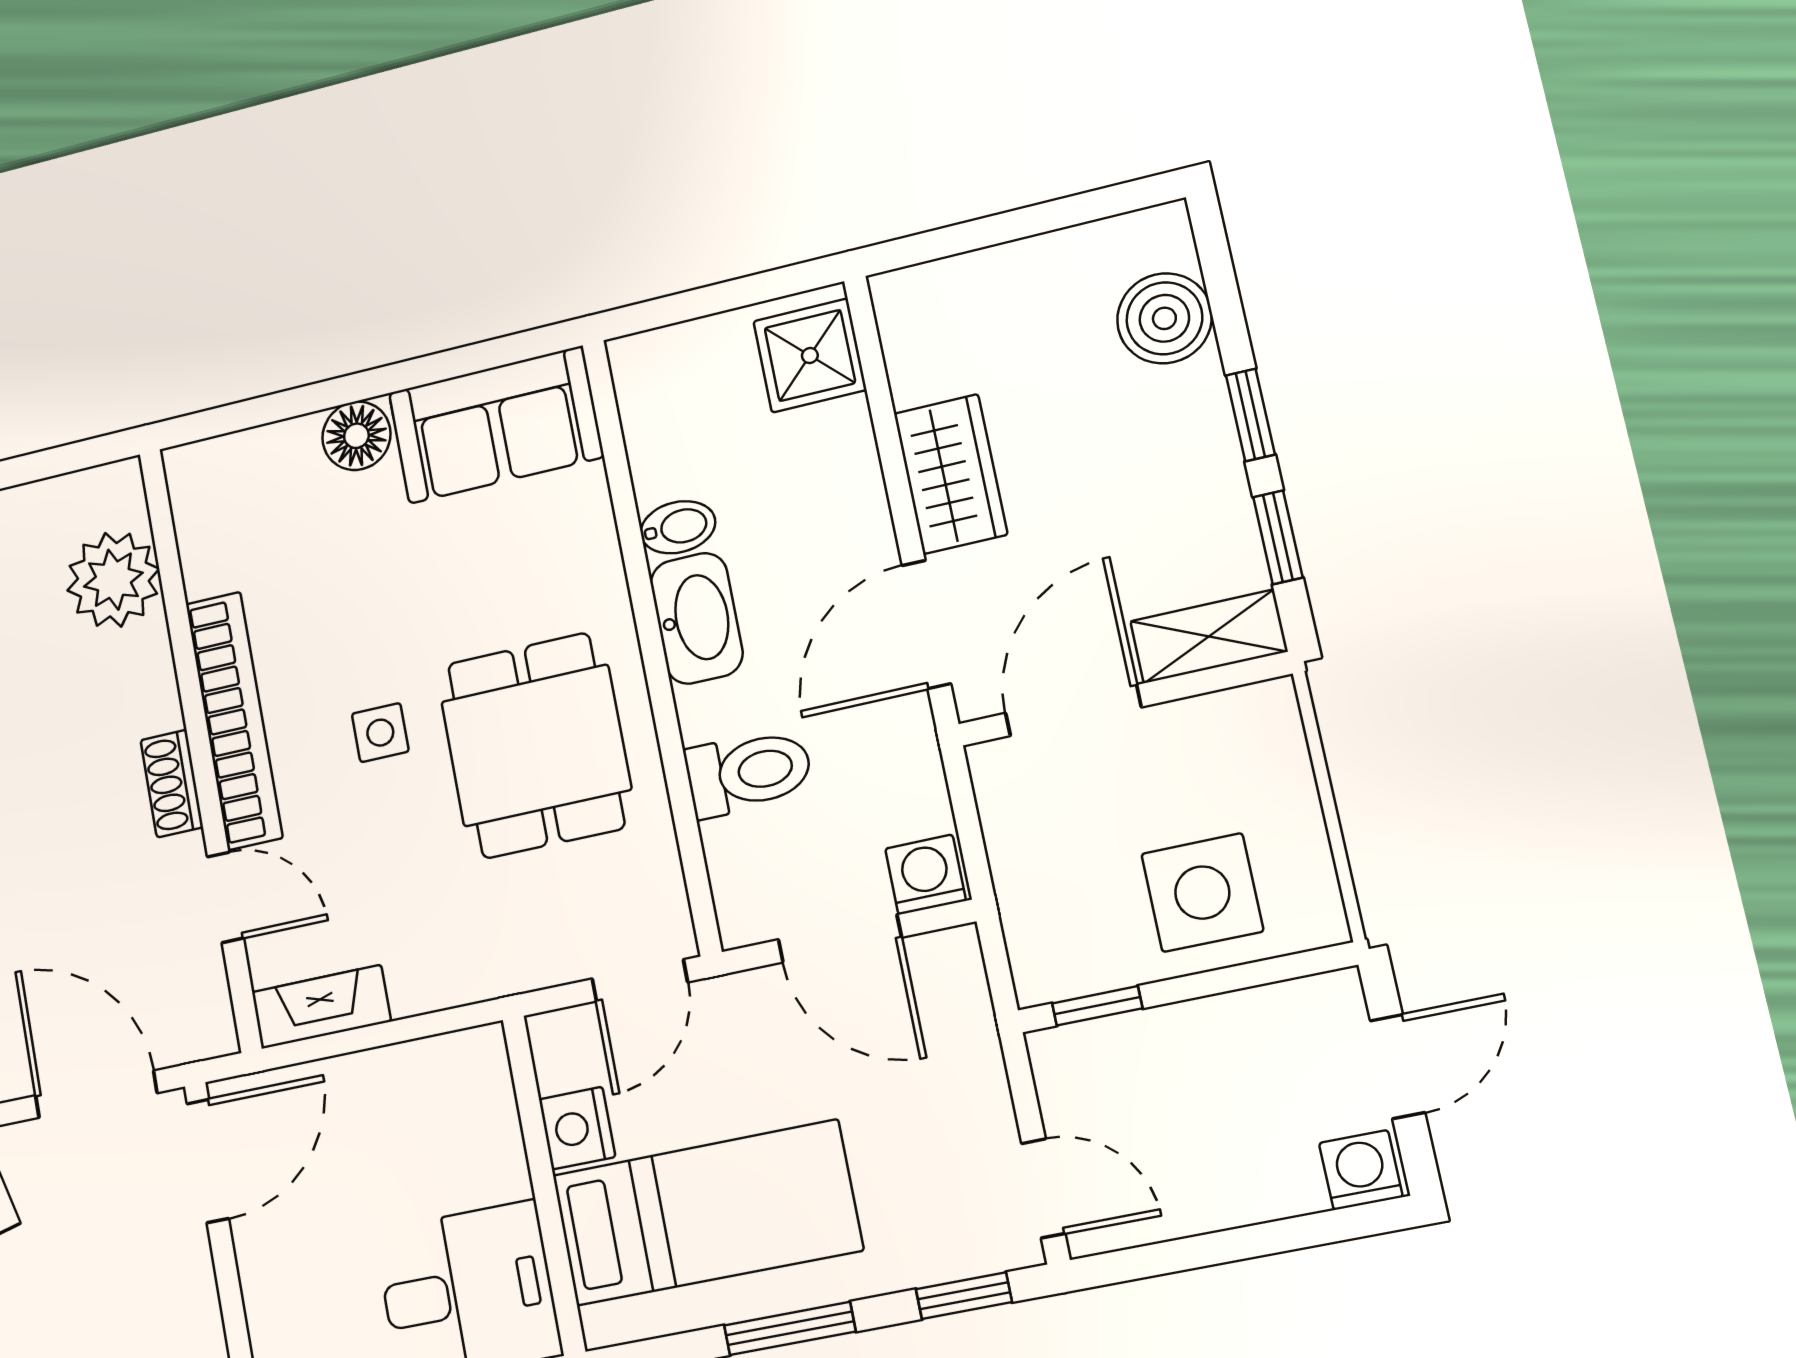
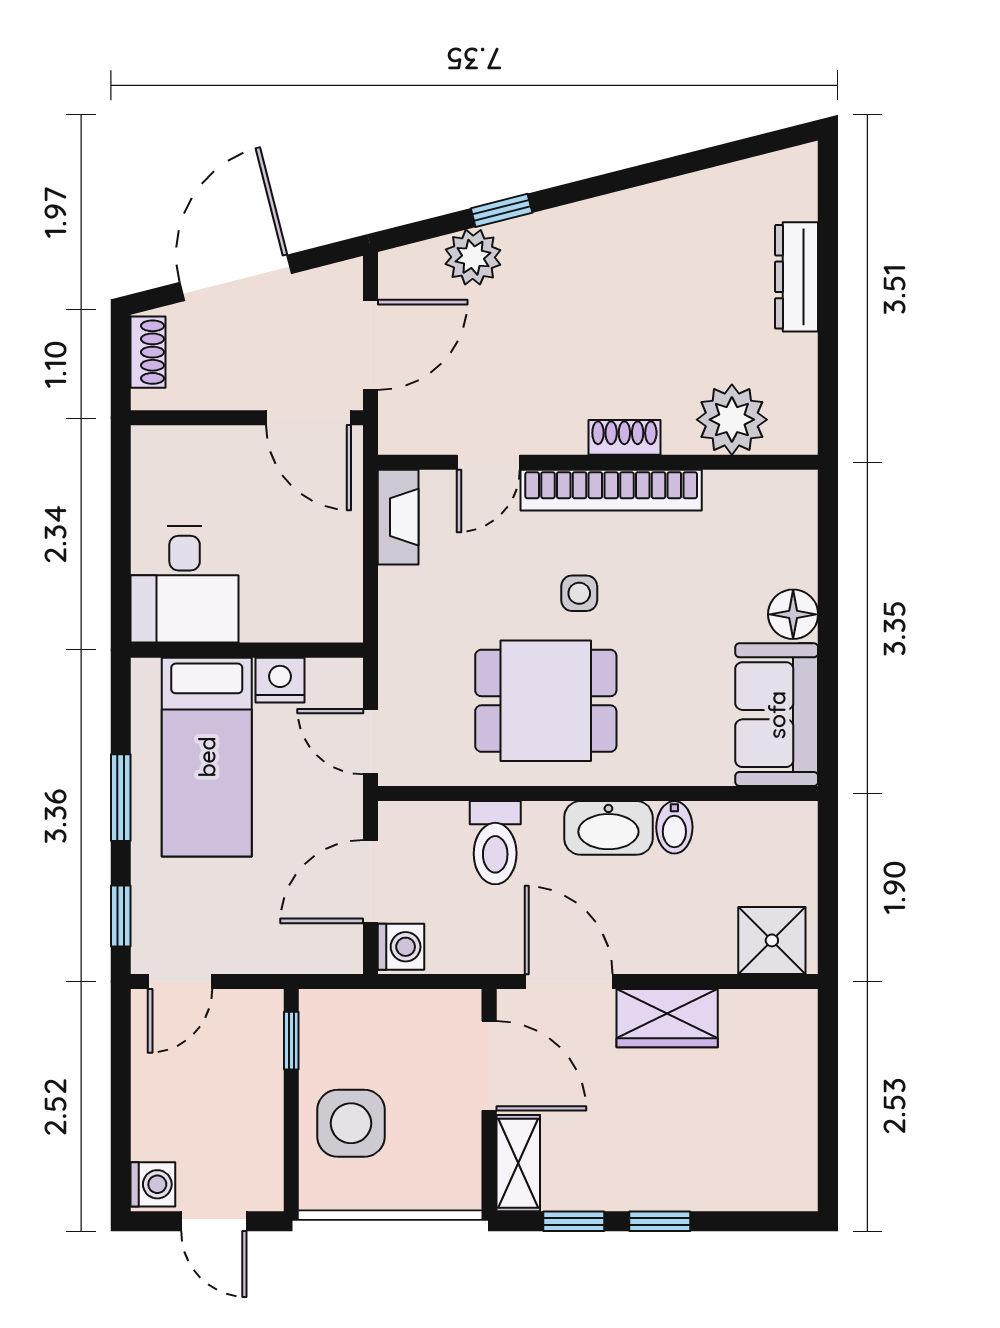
boiler: (1164, 318) -> (739, 1180), removed
shoe rack: (172, 784) -> (624, 437), moved

